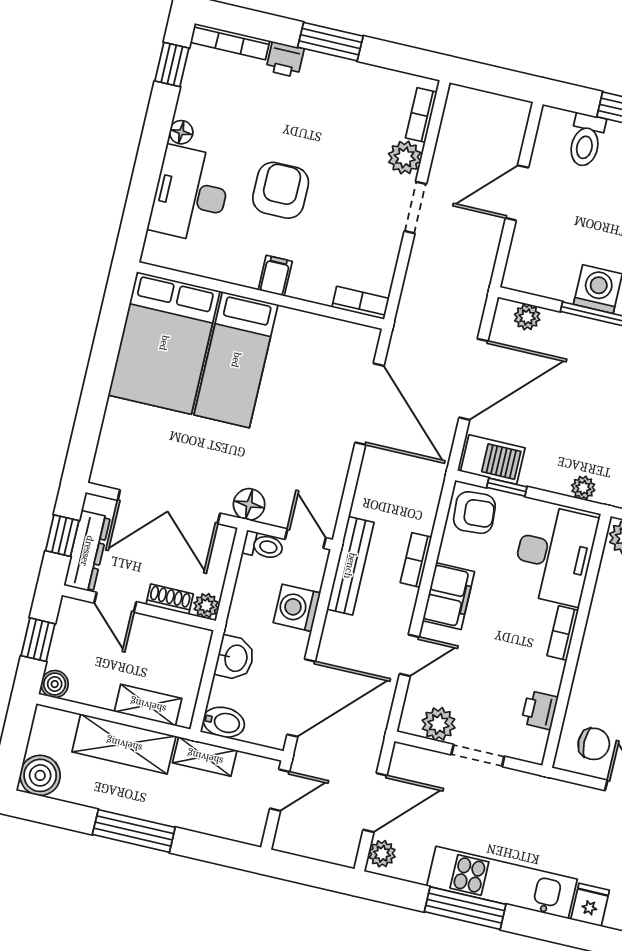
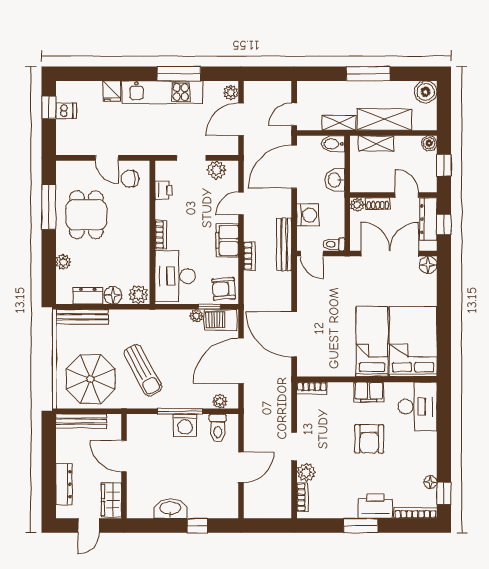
printer: (285, 60) -> (375, 506), width x1.87, depth x1.48
floor lamp: (181, 132) -> (430, 482), moved
toilet: (586, 140) -> (218, 428), moved, turned 180
desk: (190, 194) -> (417, 407), moved
filing cabinet: (275, 276) -> (369, 392), width x2.00
plant: (583, 488) -> (196, 316), moved
floor lamp: (249, 504) -> (428, 265), moved

